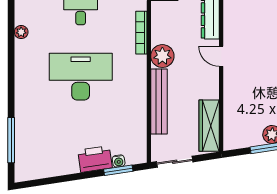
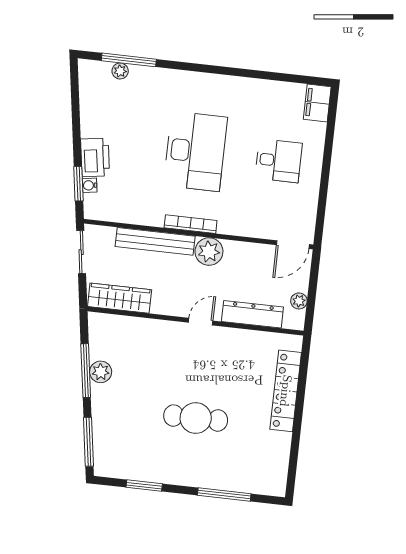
plant: (21, 32) -> (120, 71), moved
bookcase: (141, 33) -> (191, 224), moved

